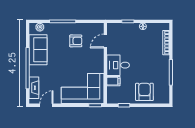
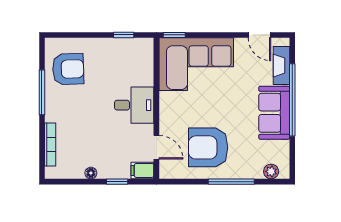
armchair: (76, 41) -> (208, 147), width x1.88, depth x1.88
door: (105, 41) -> (156, 147), hinge flipped
sofa: (38, 50) -> (274, 113), moved
filing cabinet: (113, 81) -> (142, 170), moved
armchair: (144, 92) -> (68, 69), moved, turned -92
door: (46, 105) -> (259, 35), hinge flipped

